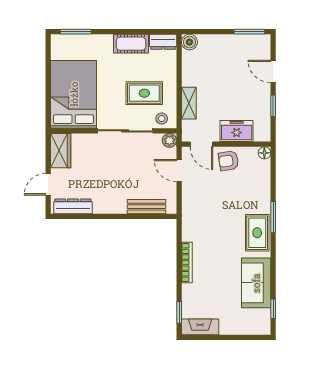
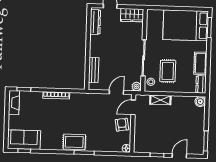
bed: (74, 94) -> (186, 25), moved, turned 180
freezer: (237, 131) -> (141, 131), removed
sofa: (256, 283) -> (24, 140), moved

